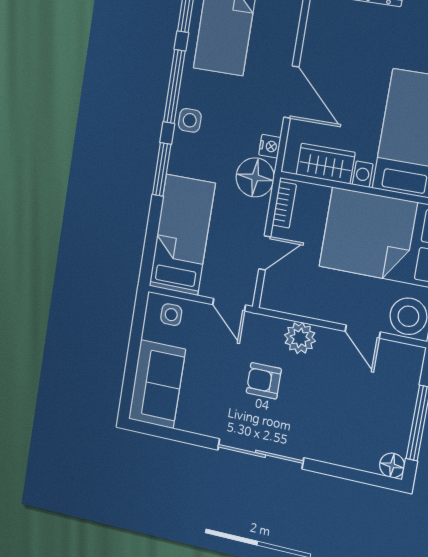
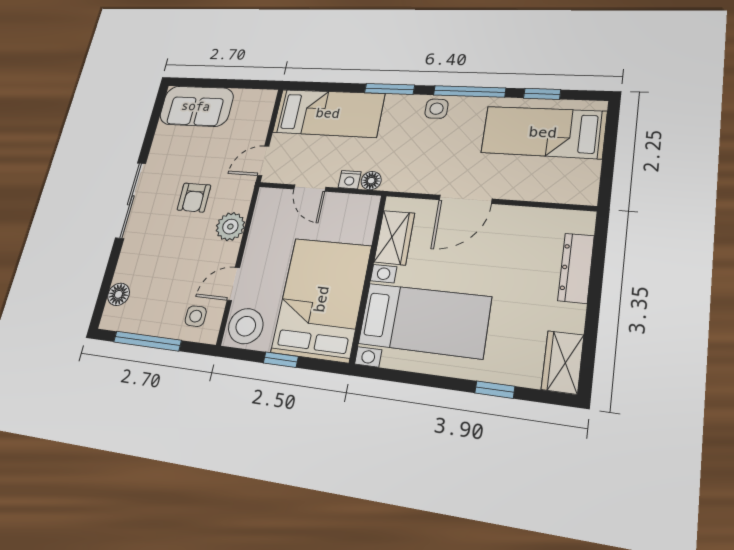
nightstand: (270, 146) -> (350, 180), moved
floor lamp: (255, 177) -> (371, 181), width x0.53, depth x0.53
bookcase: (284, 205) -> (355, 202), removed
side table: (171, 315) -> (196, 316), moved
armchair: (264, 381) -> (194, 198), turned 180
floor lamp: (392, 465) -> (119, 294), moved

